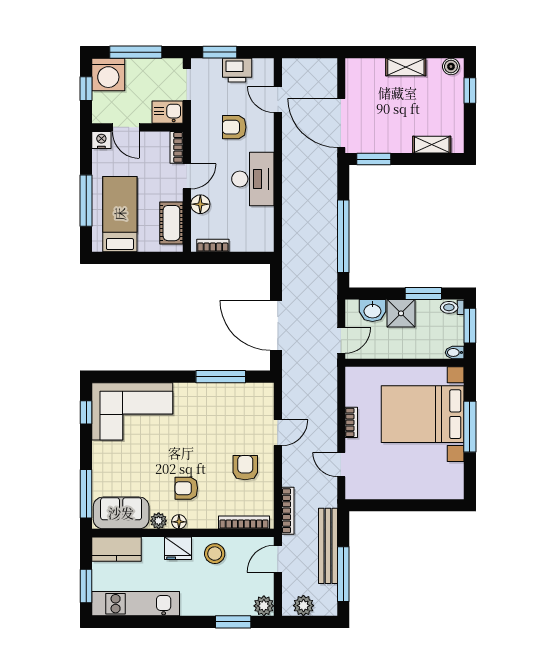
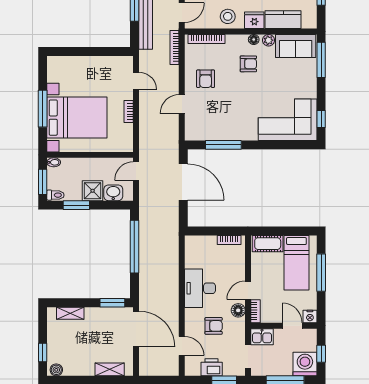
shelving: (406, 67) -> (110, 369), moved
floor lamp: (200, 204) -> (238, 310), moved
cot: (171, 223) -> (268, 244), moved, turned 90
kitchen counter: (117, 549) -> (283, 20), moved

